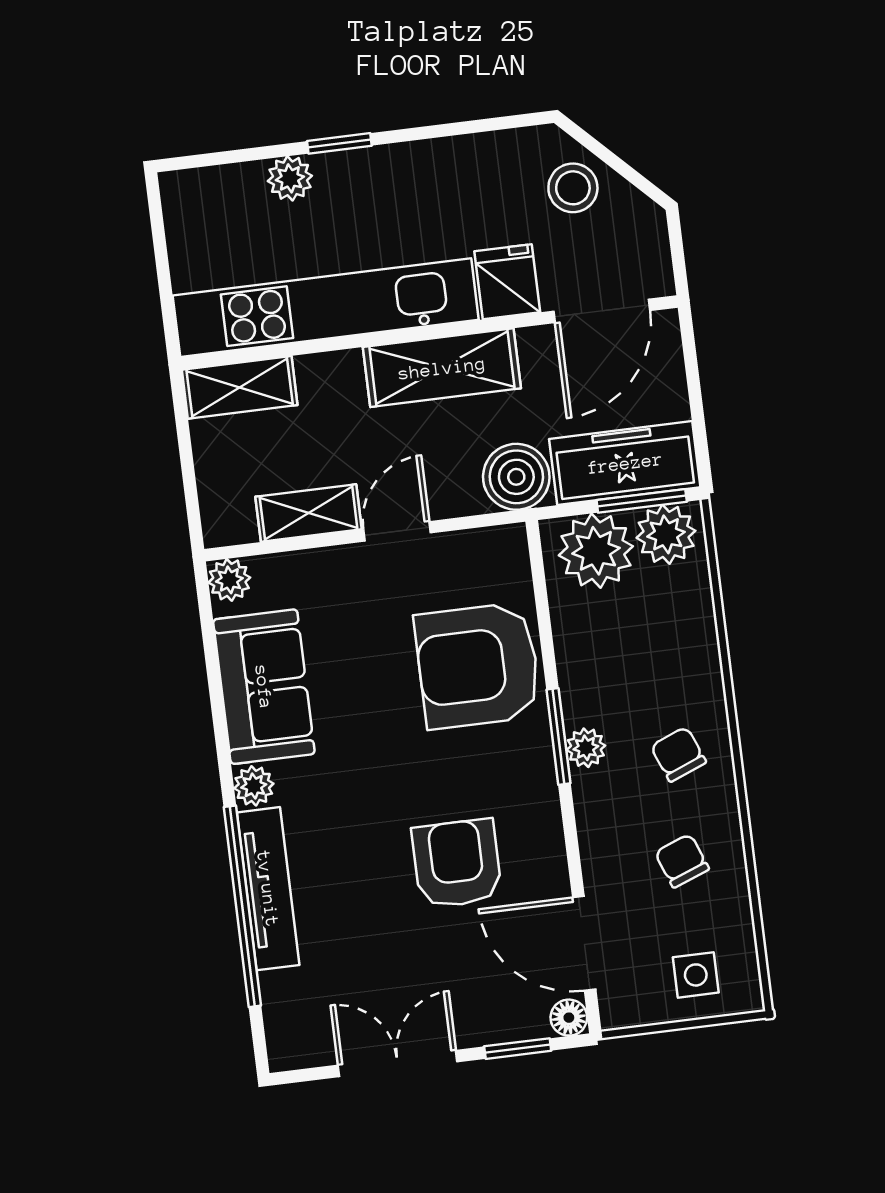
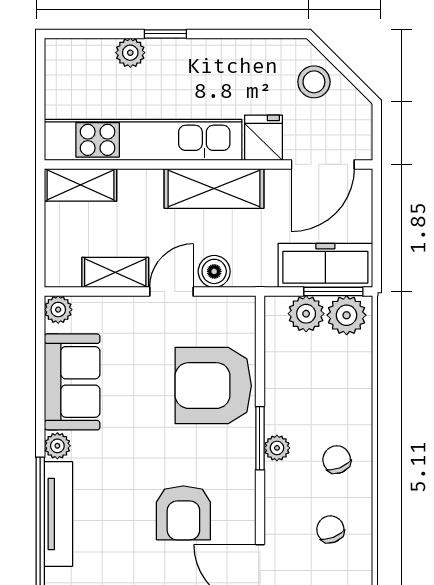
boiler: (516, 477) -> (214, 271), moved, width x0.73, depth x0.73
plant: (596, 551) -> (306, 314), width x0.73, depth x0.73
armchair: (457, 863) -> (183, 513), turned 180

